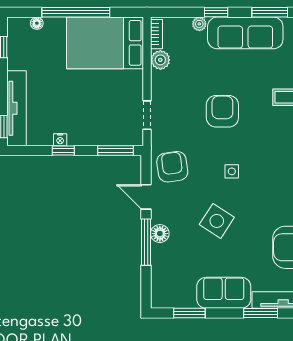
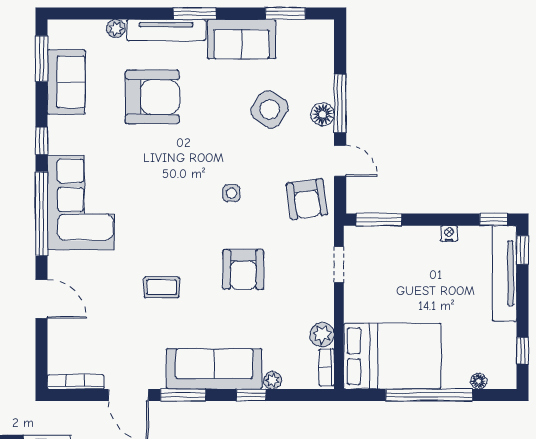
window: (63, 151) -> (494, 220), moved
side table: (217, 221) -> (270, 109), moved

